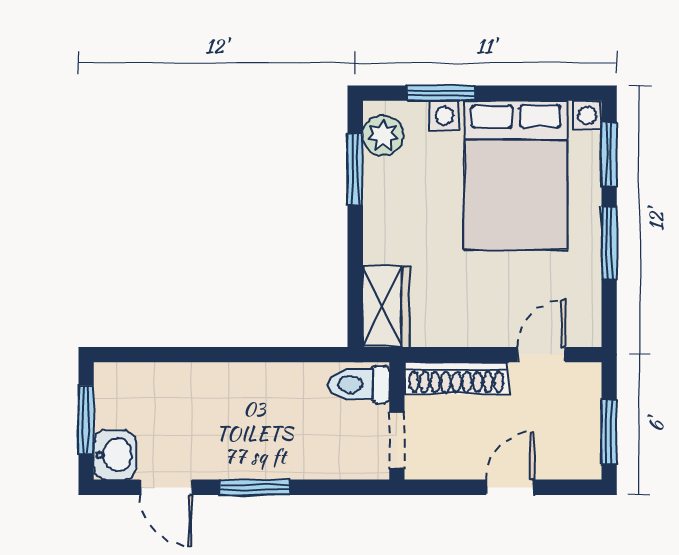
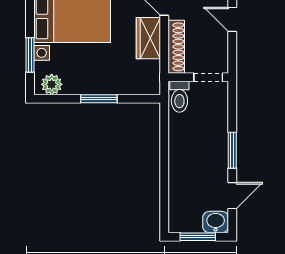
window: (355, 169) -> (99, 99), moved
wardrobe: (386, 307) -> (148, 38), moved, turned -90

